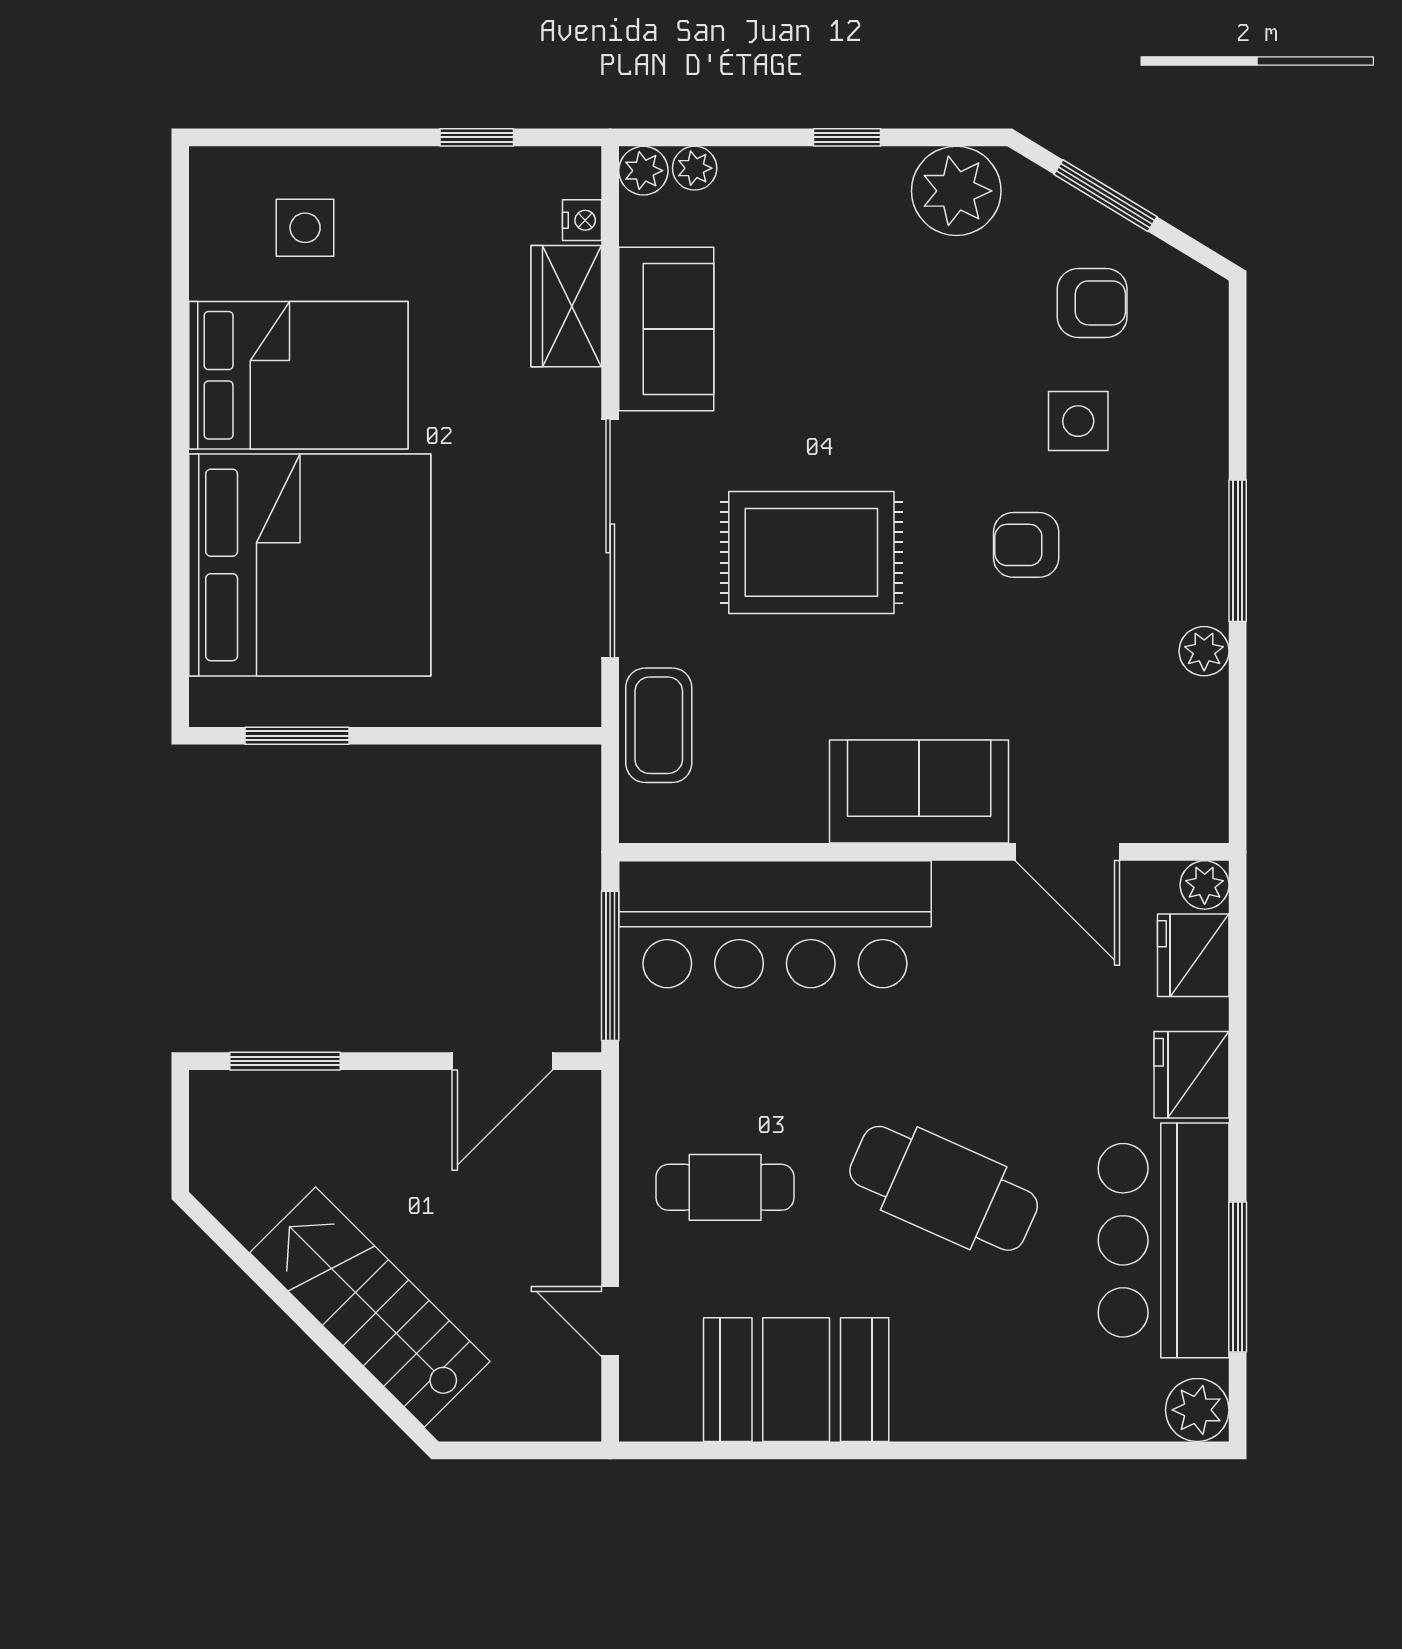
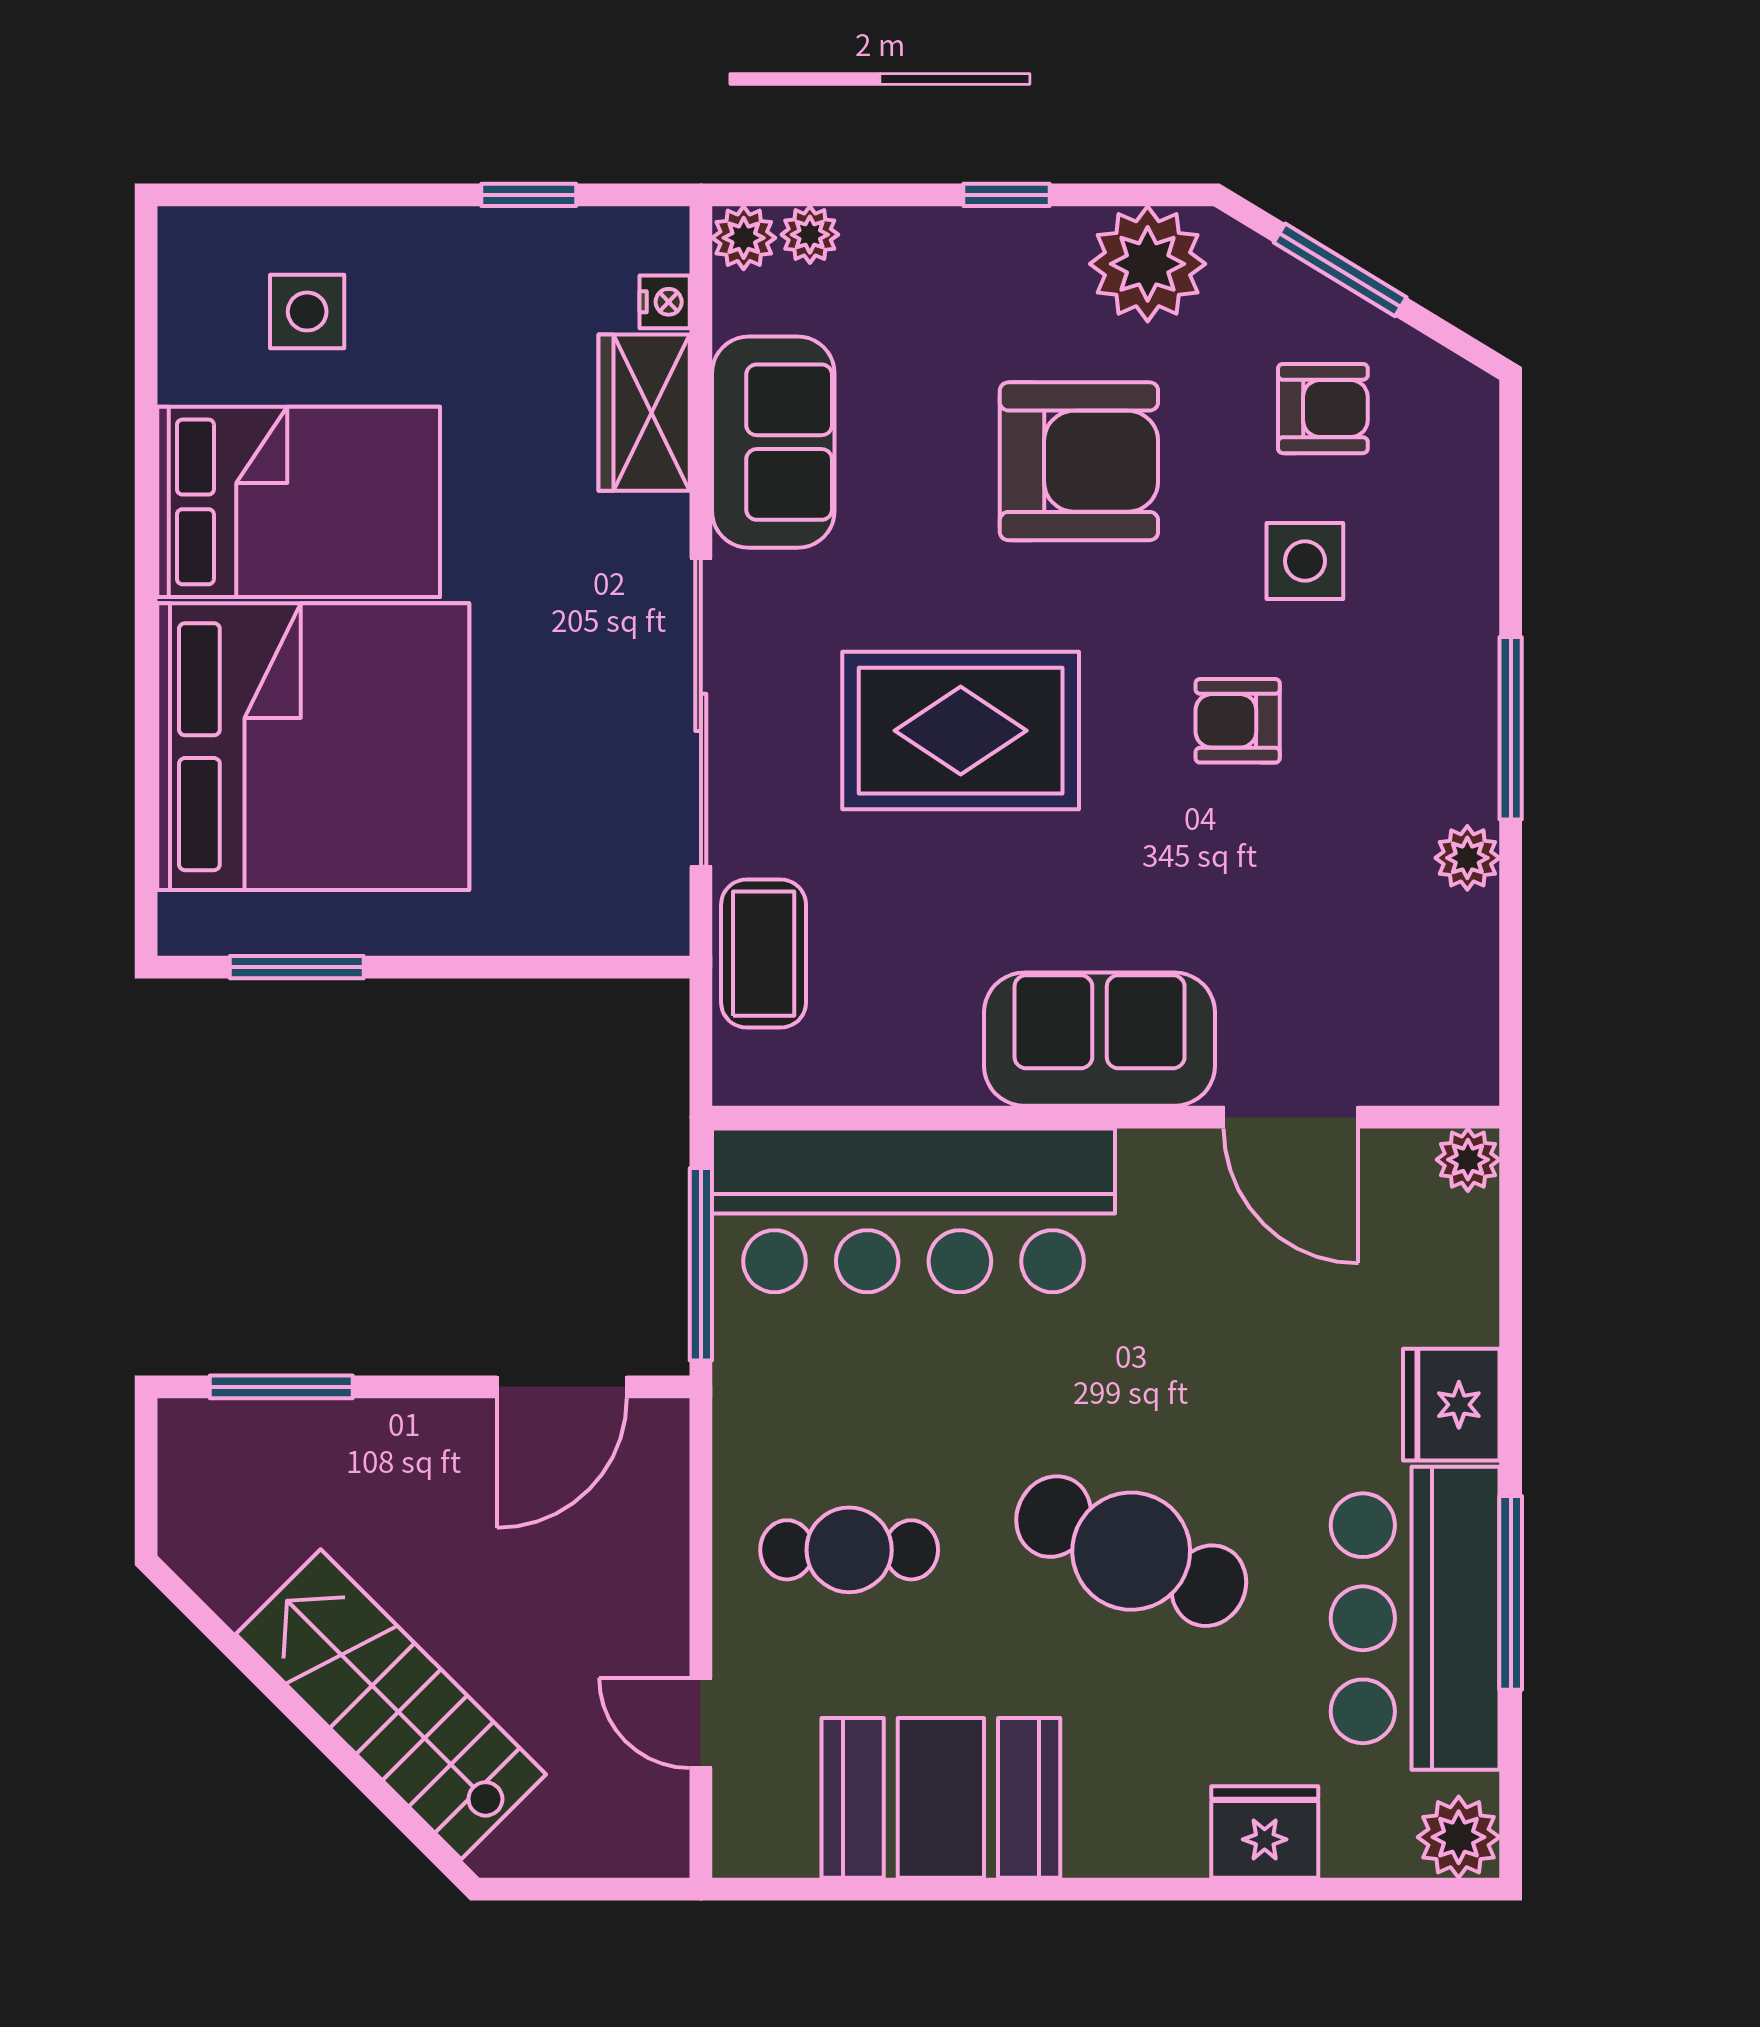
armchair: (903, 344) -> (1079, 461), added
fridge: (1193, 955) -> (1265, 1832), moved, turned 90
window: (1238, 1277) -> (1511, 1593), moved

